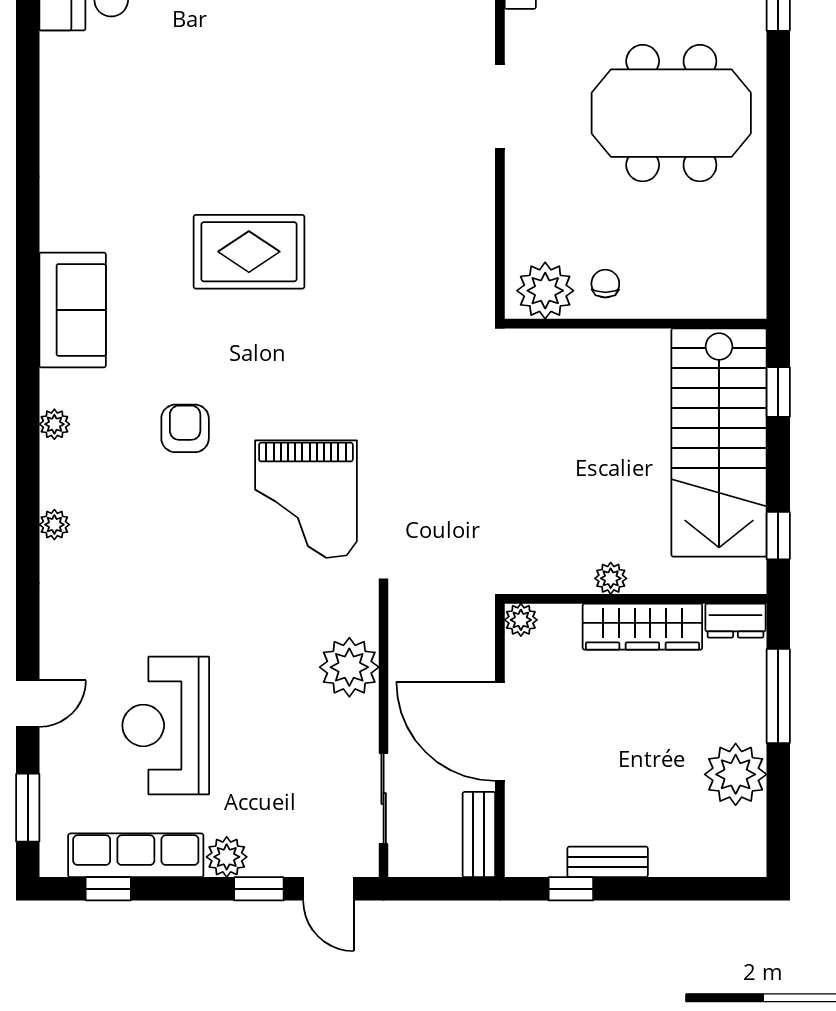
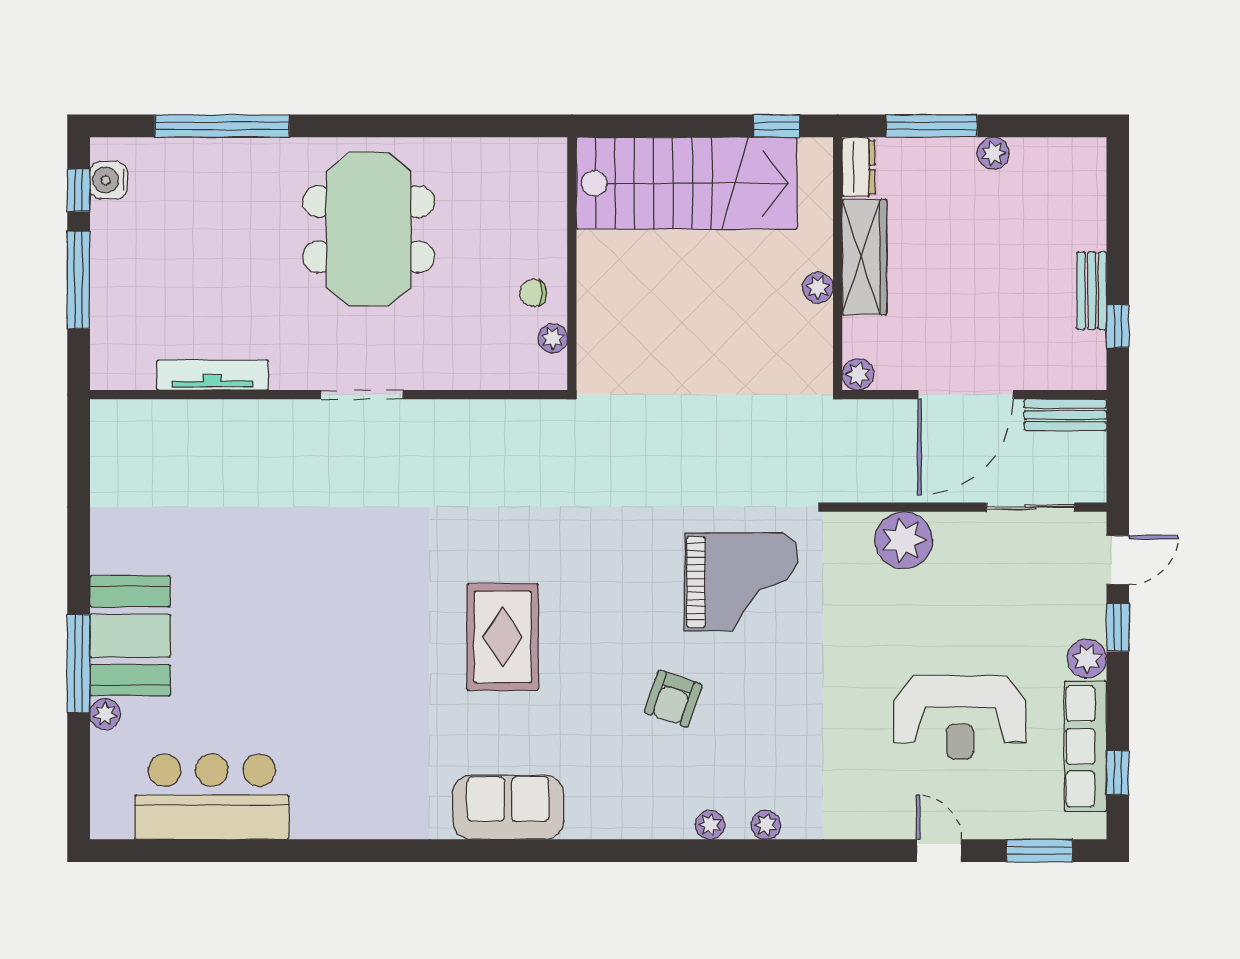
plant: (545, 291) -> (553, 338), width x0.53, depth x0.53
sofa: (73, 310) -> (508, 807), moved
window: (778, 392) -> (638, 126), removed
plant: (54, 424) -> (710, 825), moved
armchair: (185, 428) -> (673, 699), turned -71
plant: (736, 774) -> (993, 153), width x0.53, depth x0.53

